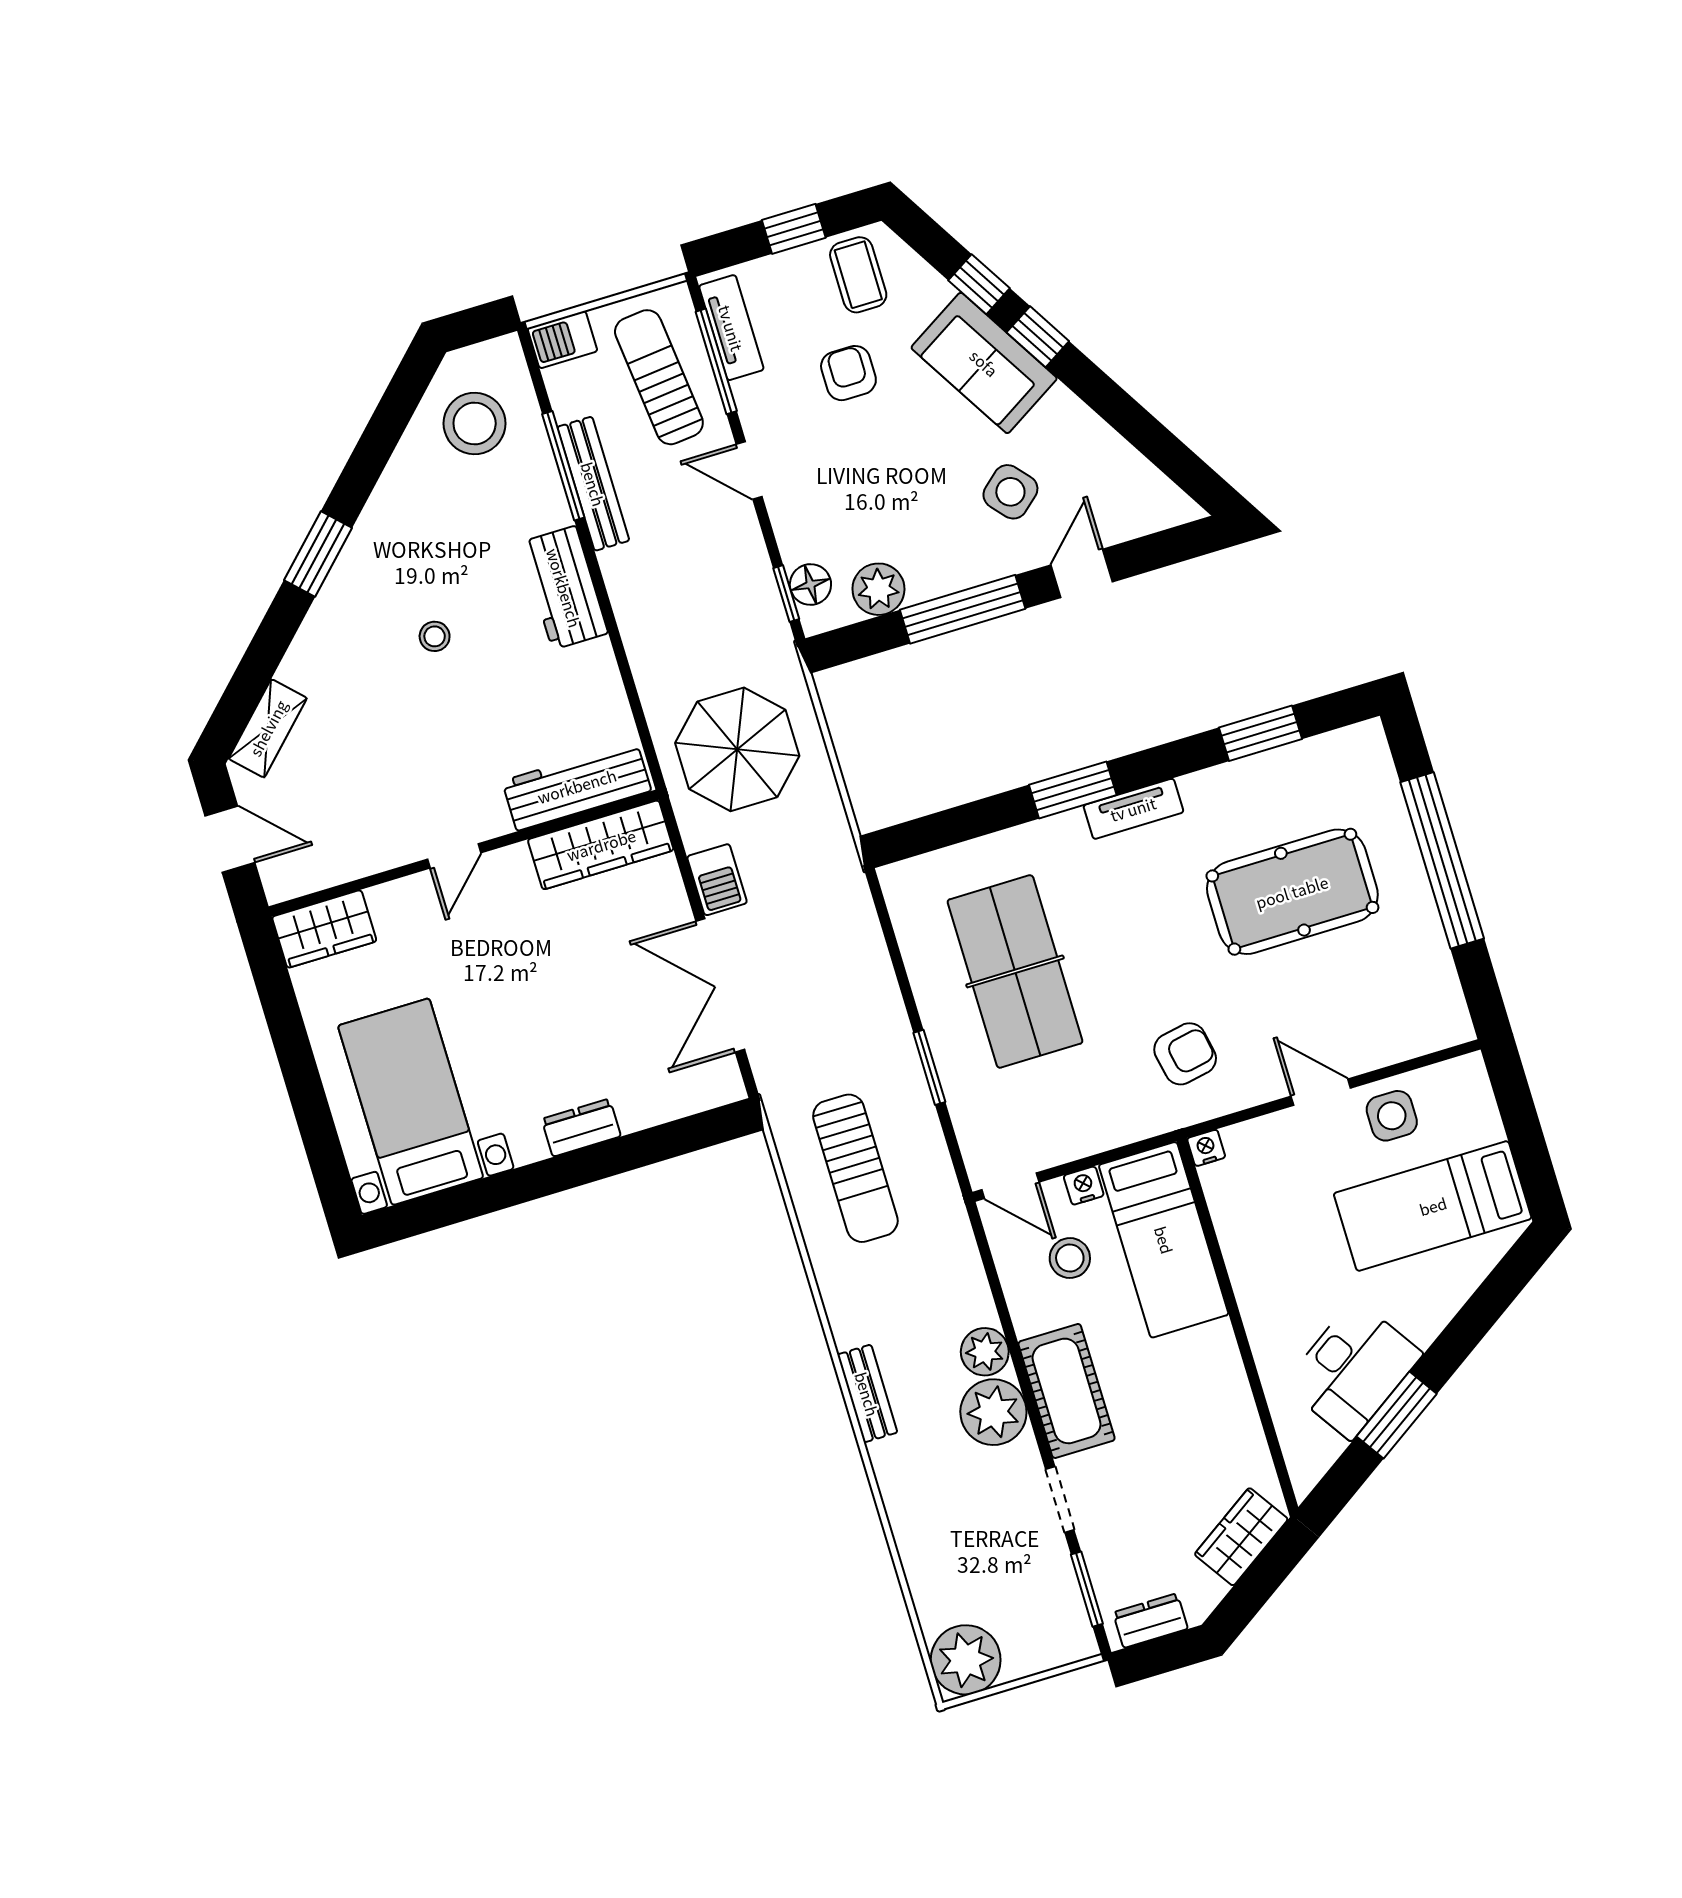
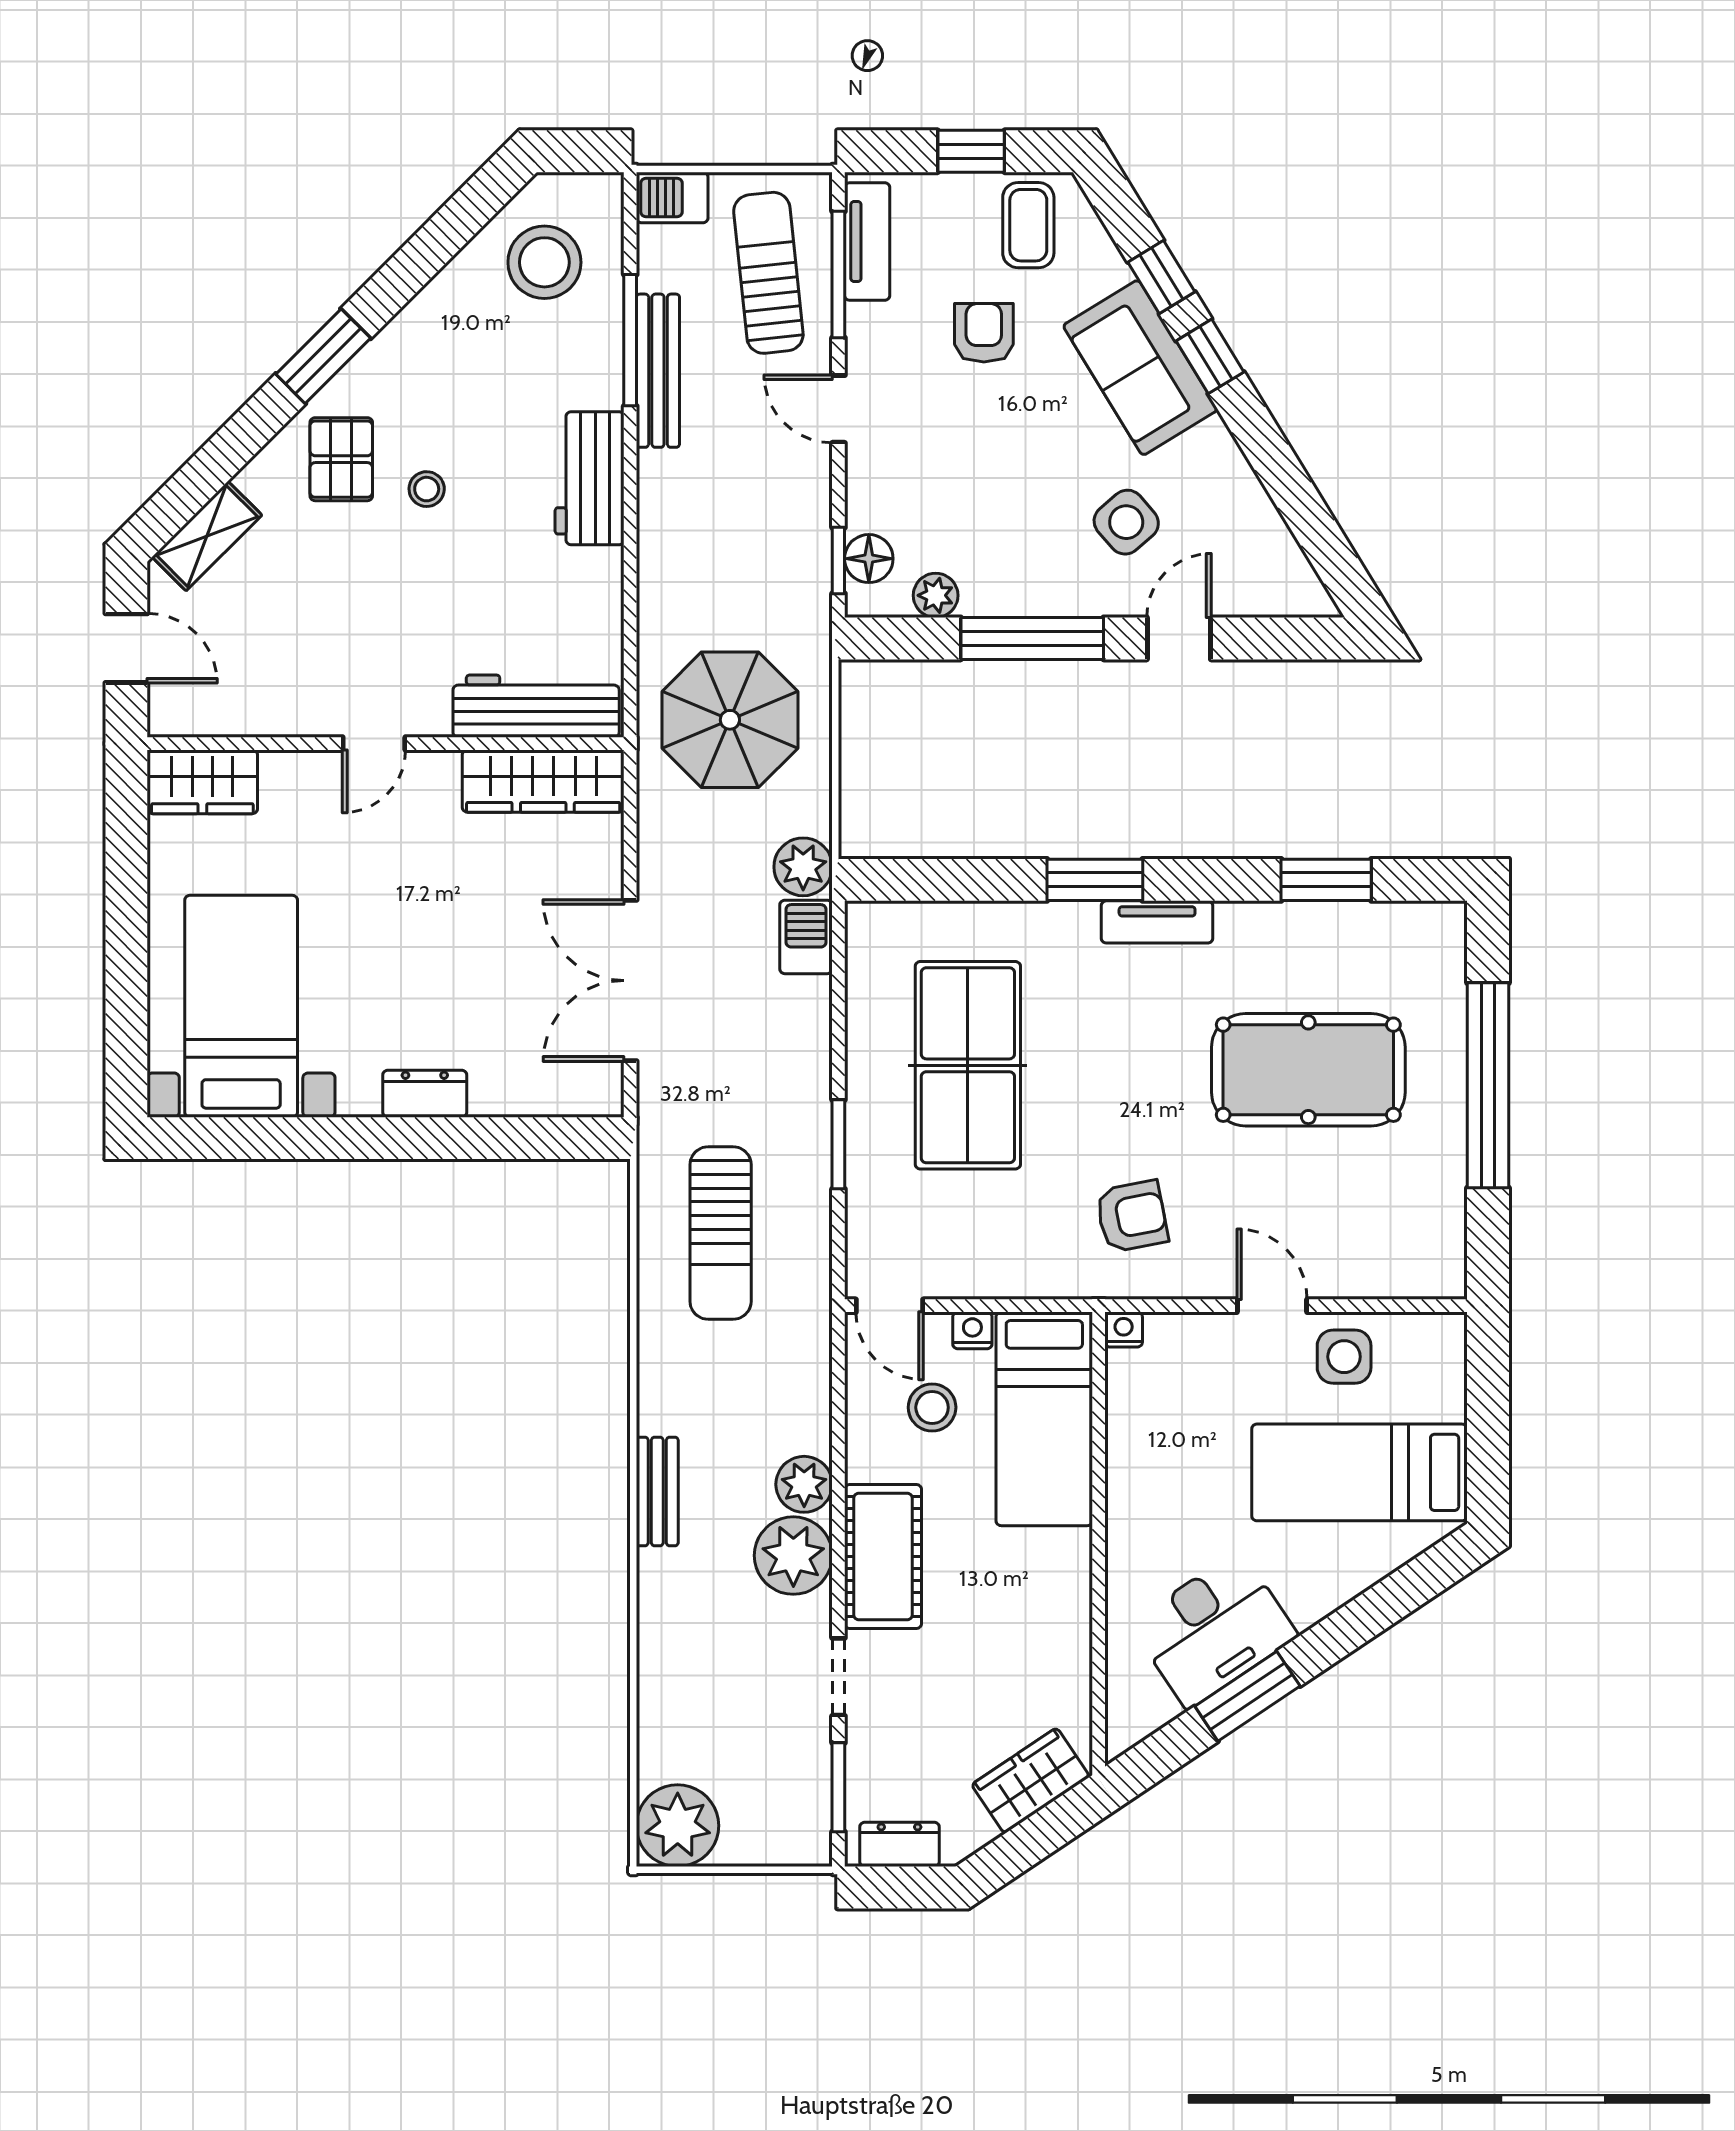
plant: (878, 589) -> (936, 595), width x0.73, depth x0.73
pallet: (358, 633) -> (341, 459), added
plant: (833, 851) -> (803, 867), added
barbecue: (717, 880) -> (806, 937), moved, turned 180

